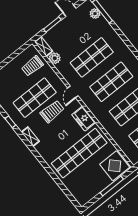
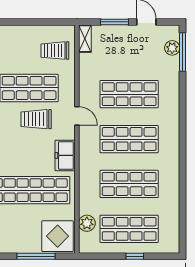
plant: (55, 58) -> (87, 223), moved
door: (73, 92) -> (77, 116), swing flipped
trolley: (52, 111) -> (36, 119), turned 180

